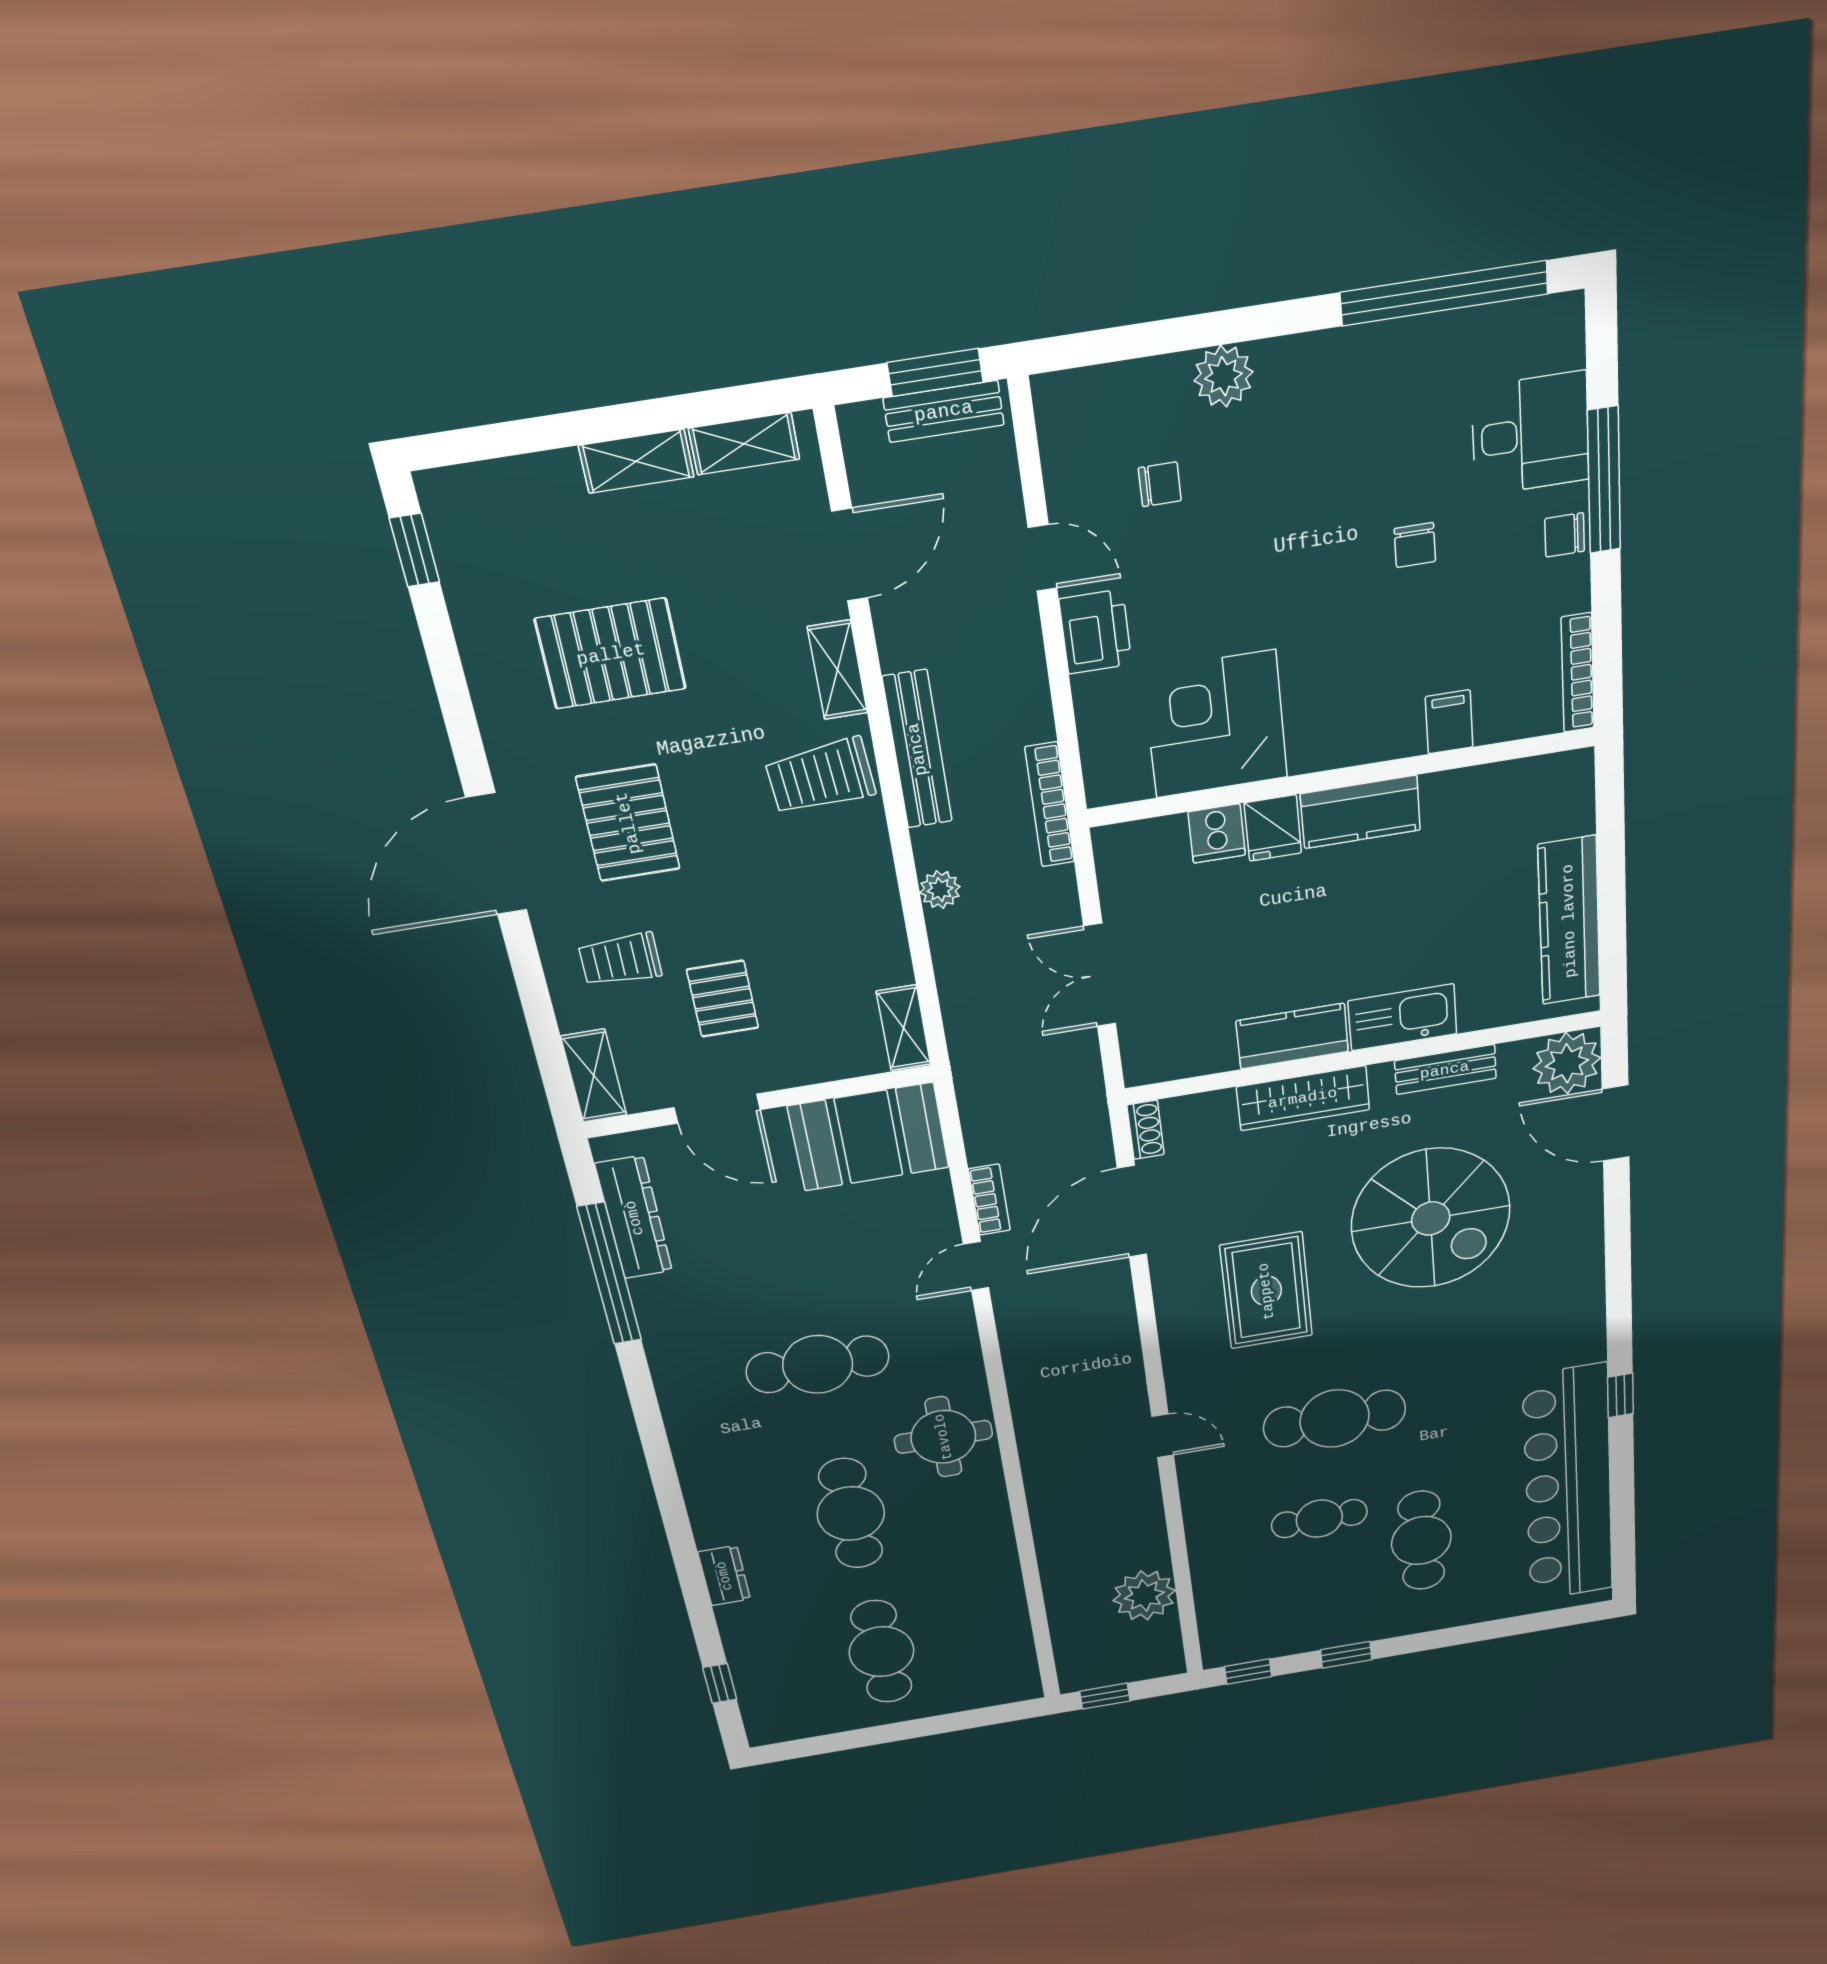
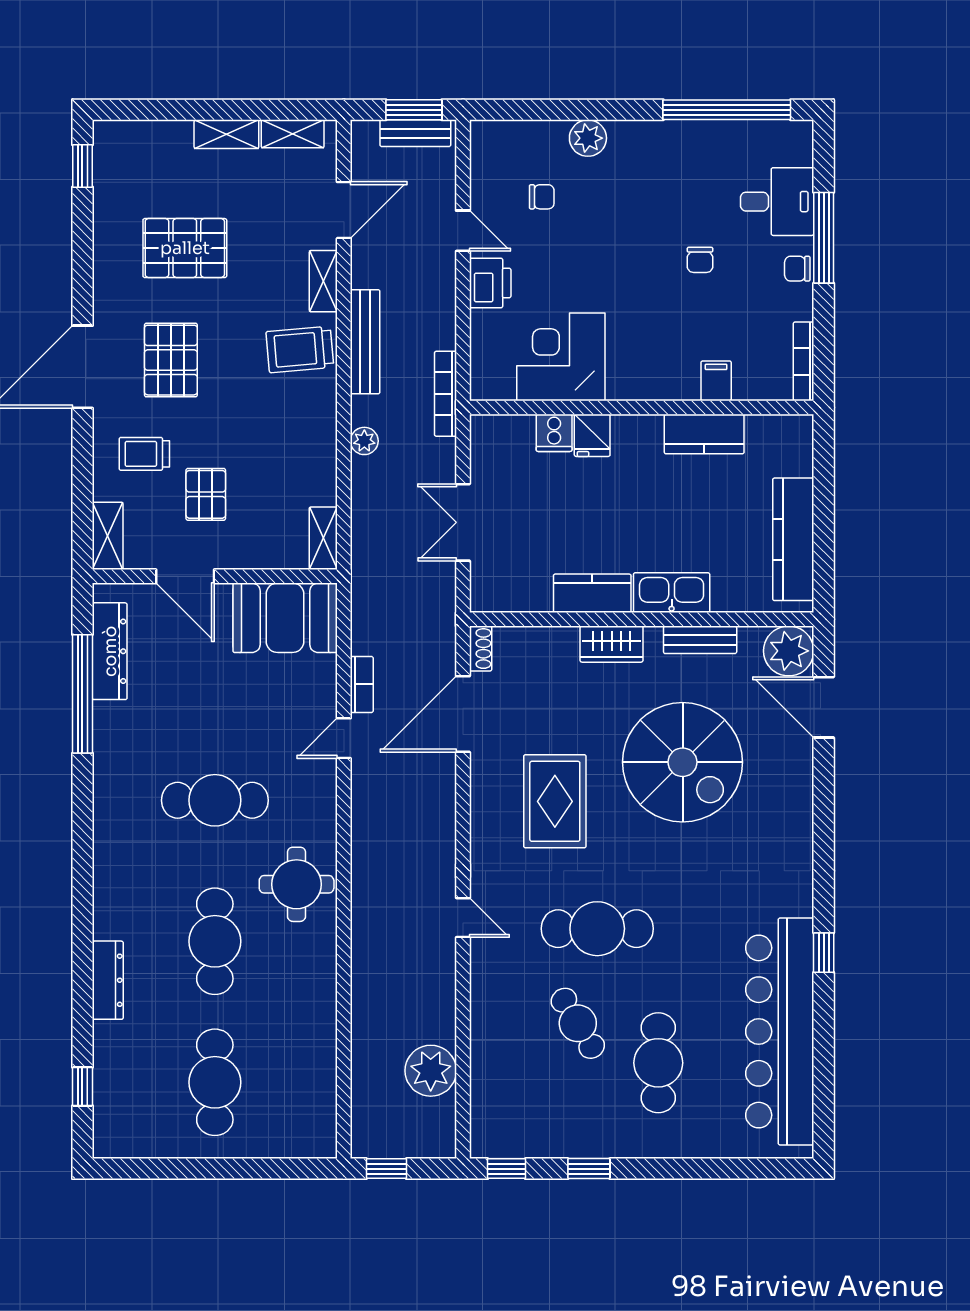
kitchen counter: (1360, 812) -> (704, 434), moved
wardrobe: (1303, 1098) -> (612, 644), width x0.67
cafe table: (1319, 1519) -> (578, 1023), turned 60
dresser: (724, 1576) -> (108, 980), width x1.44

